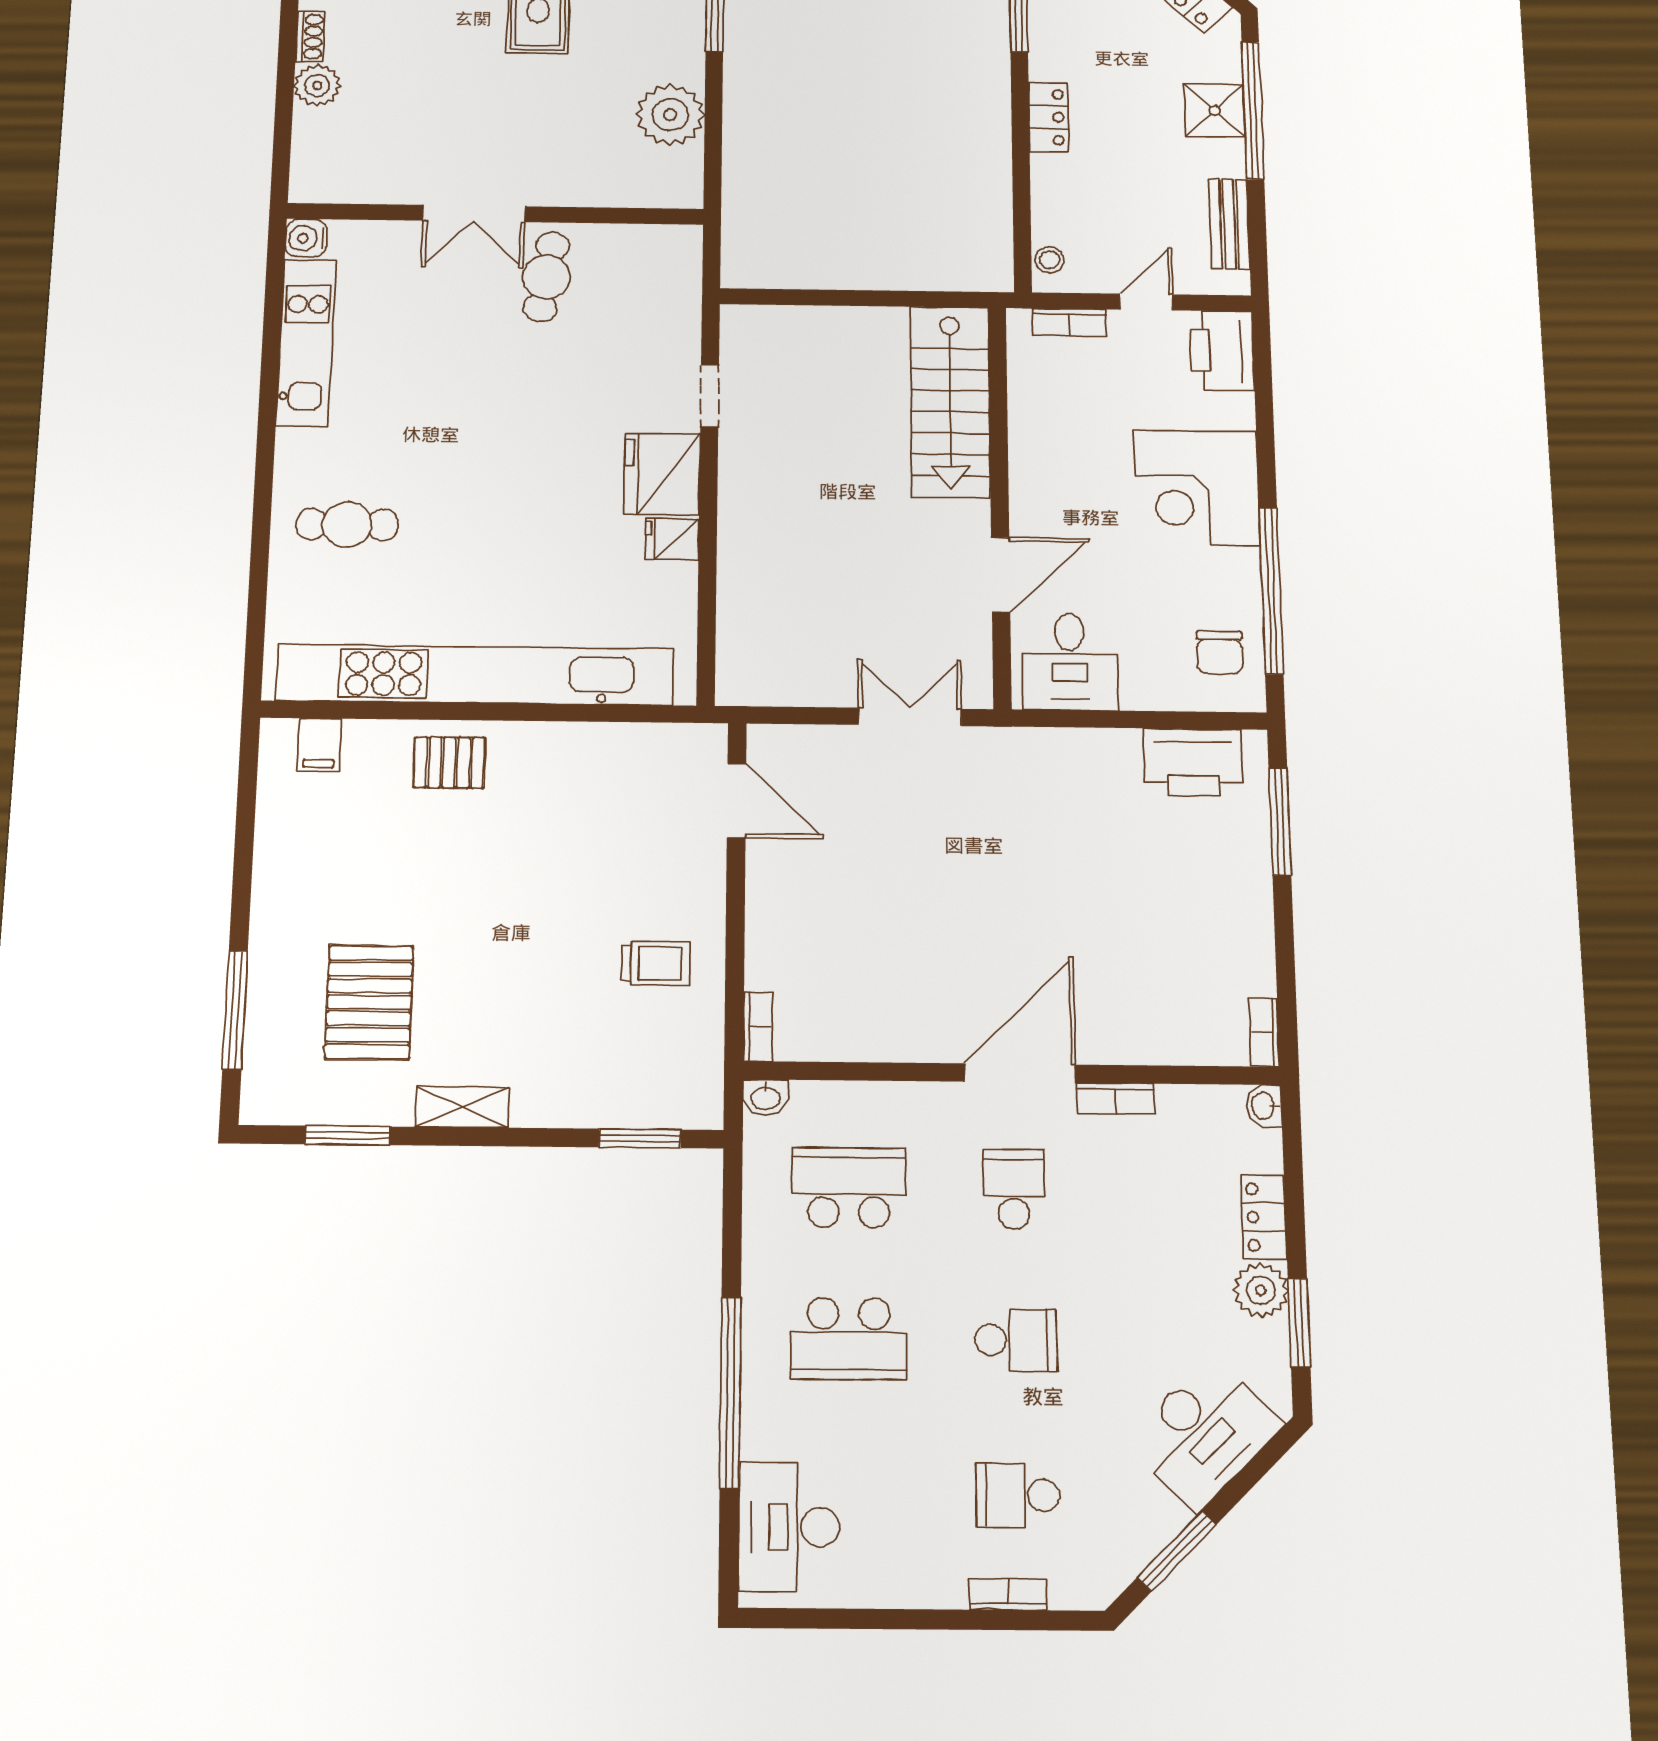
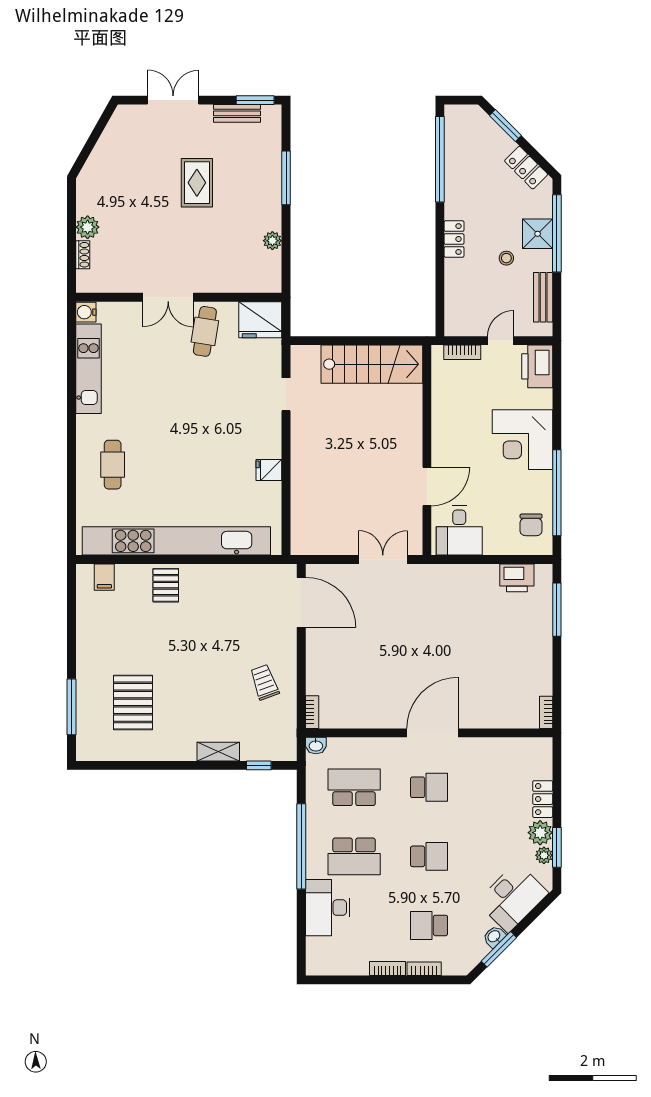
shoe rack: (310, 37) -> (83, 255), moved
plant: (670, 115) -> (272, 241), width x0.53, depth x0.53
stool: (1050, 260) -> (506, 258), moved
stairs: (950, 402) -> (372, 364), moved, turned -90
fridge: (662, 474) -> (260, 320), moved, turned -90
cafe table: (347, 524) -> (113, 465), turned 90
printer: (1193, 762) -> (517, 578), width x0.73, depth x0.84
pallet: (449, 763) -> (166, 585), turned 90
door: (737, 801) -> (301, 602), width x1.36
trolley: (655, 963) -> (264, 682), turned -110
bookcase: (1115, 1098) -> (388, 968), moved, turned 180
washbasin: (1264, 1106) -> (494, 937), moved, turned 45
shelving: (462, 1107) -> (218, 752), moved
window: (347, 1135) -> (126, 765), removed
window: (640, 1138) -> (259, 765), width x0.67
school desk: (1014, 1189) -> (429, 787), turned 90
plant: (1271, 1340) -> (544, 855), added
window: (730, 1392) -> (301, 846), moved
desk: (789, 1527) -> (328, 908), moved

